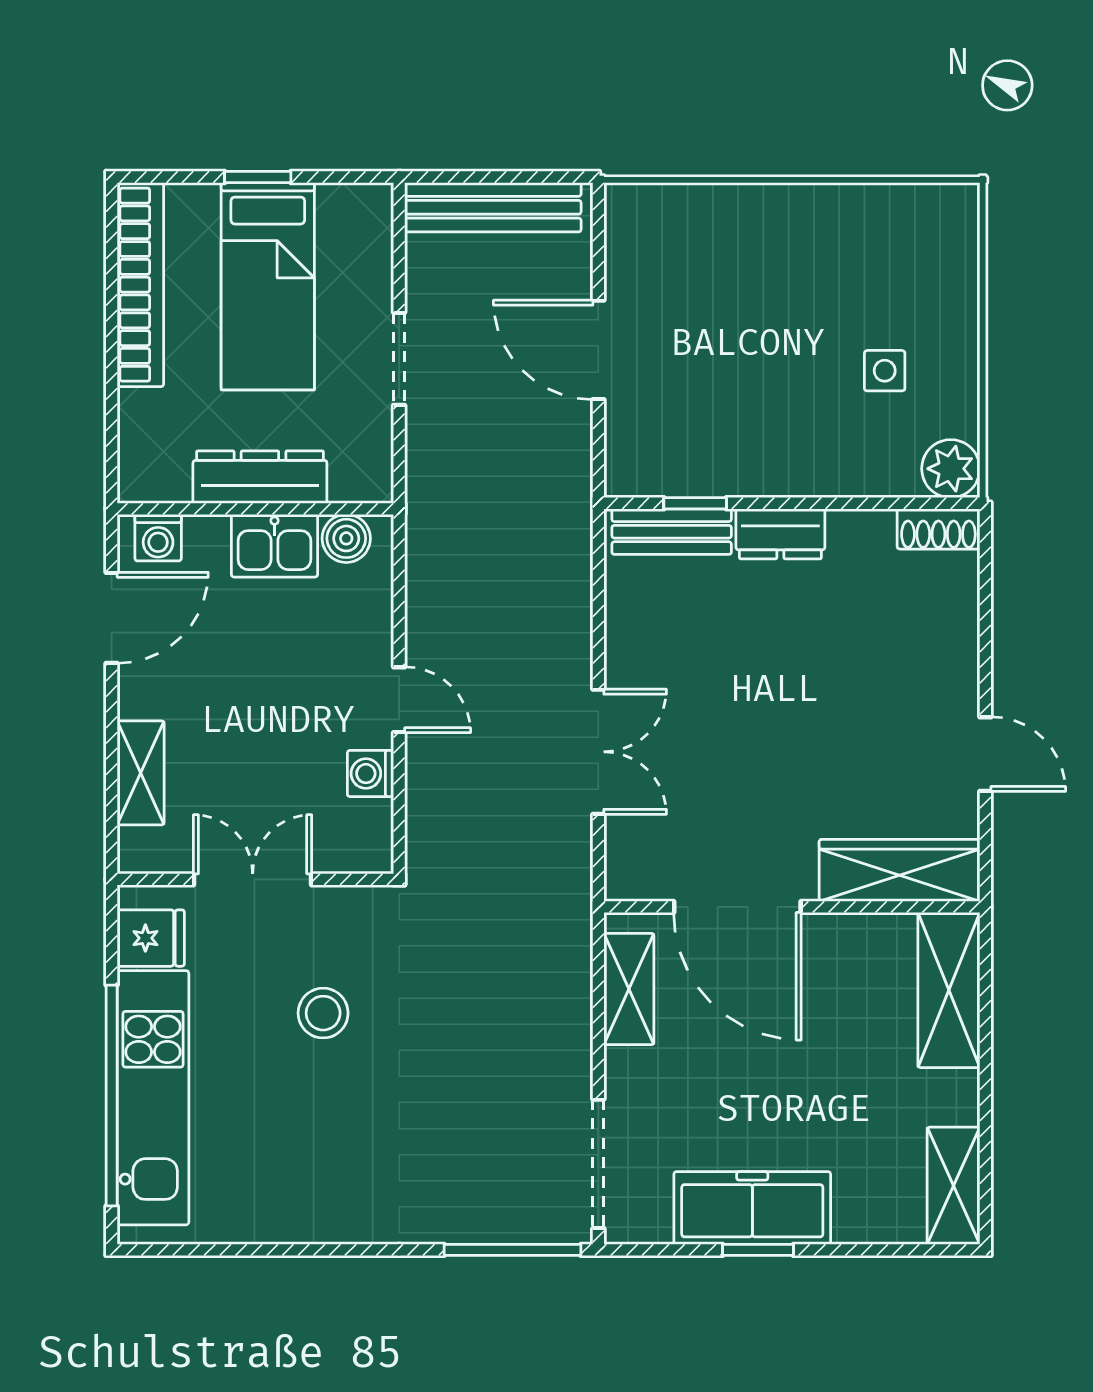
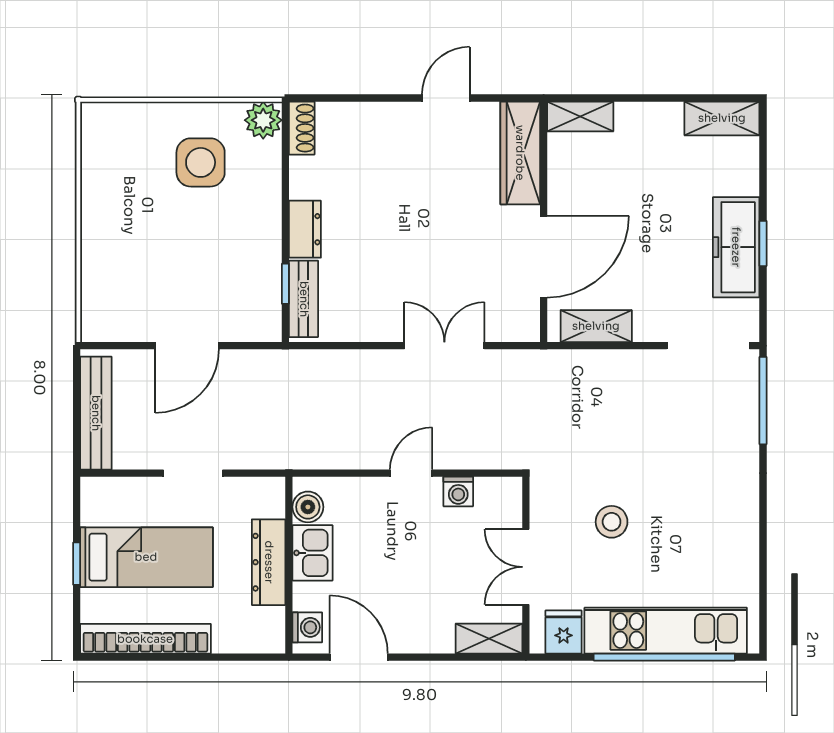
side table: (885, 371) -> (201, 162), width x1.87, depth x1.87
shelving: (141, 773) -> (489, 639), moved
shelving: (949, 990) -> (580, 116), width x0.67, depth x0.75

